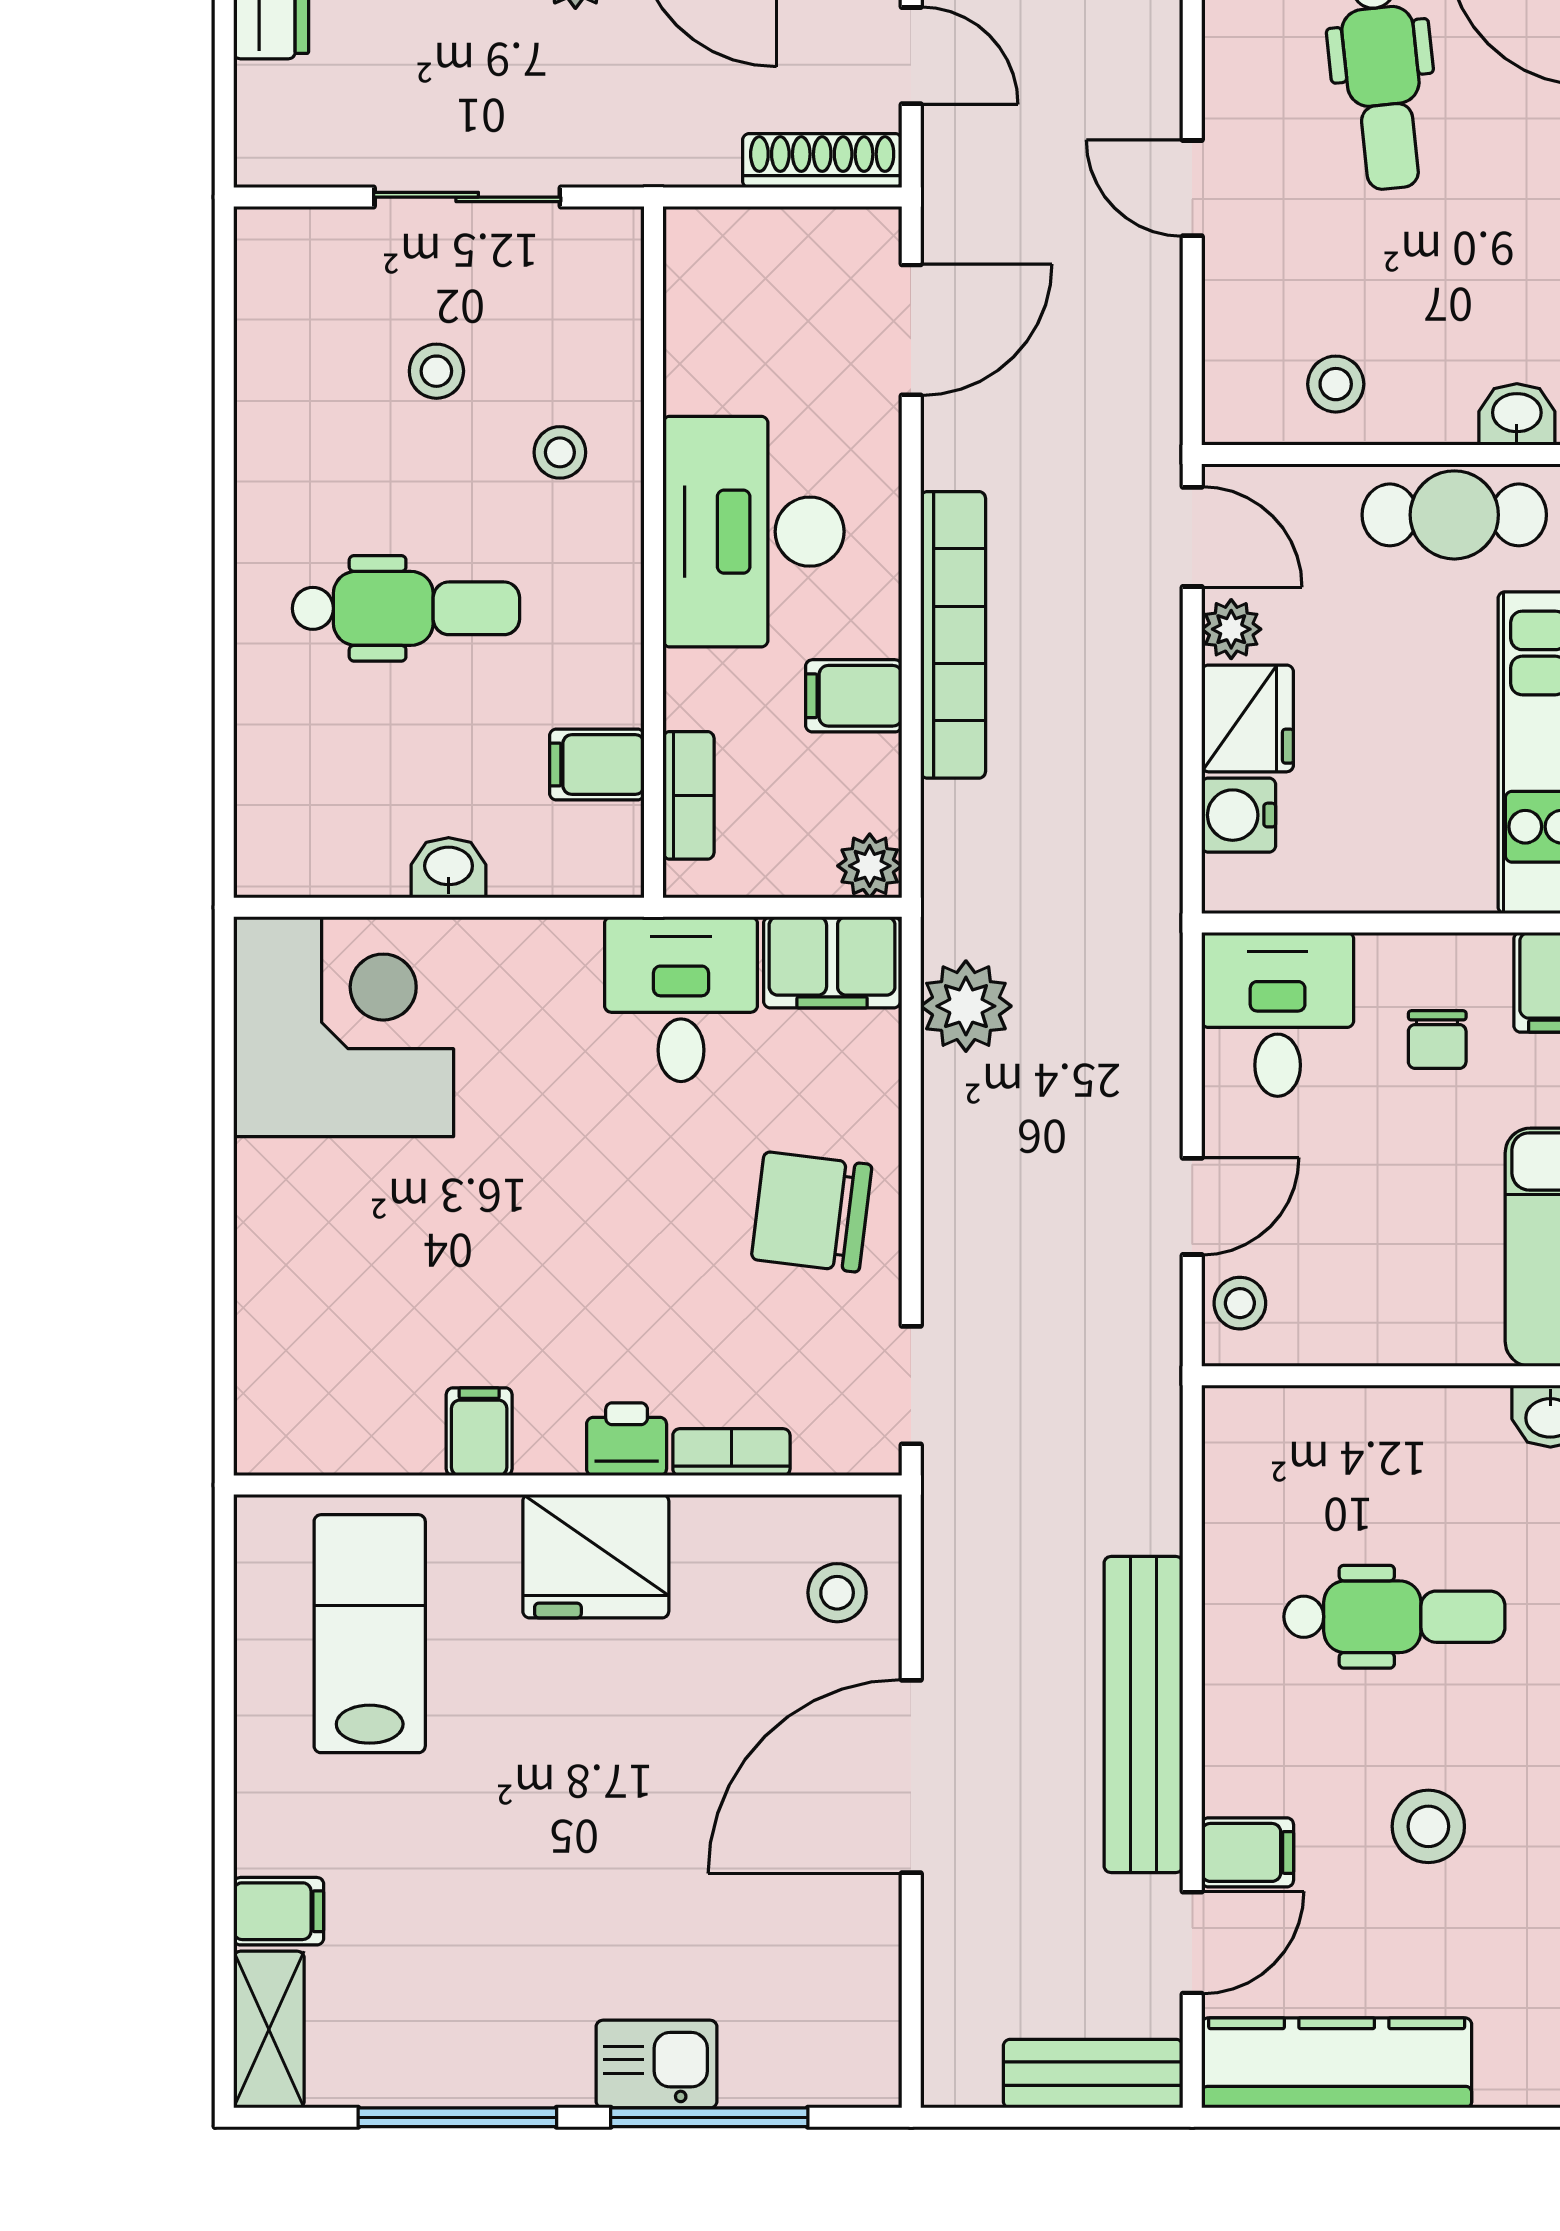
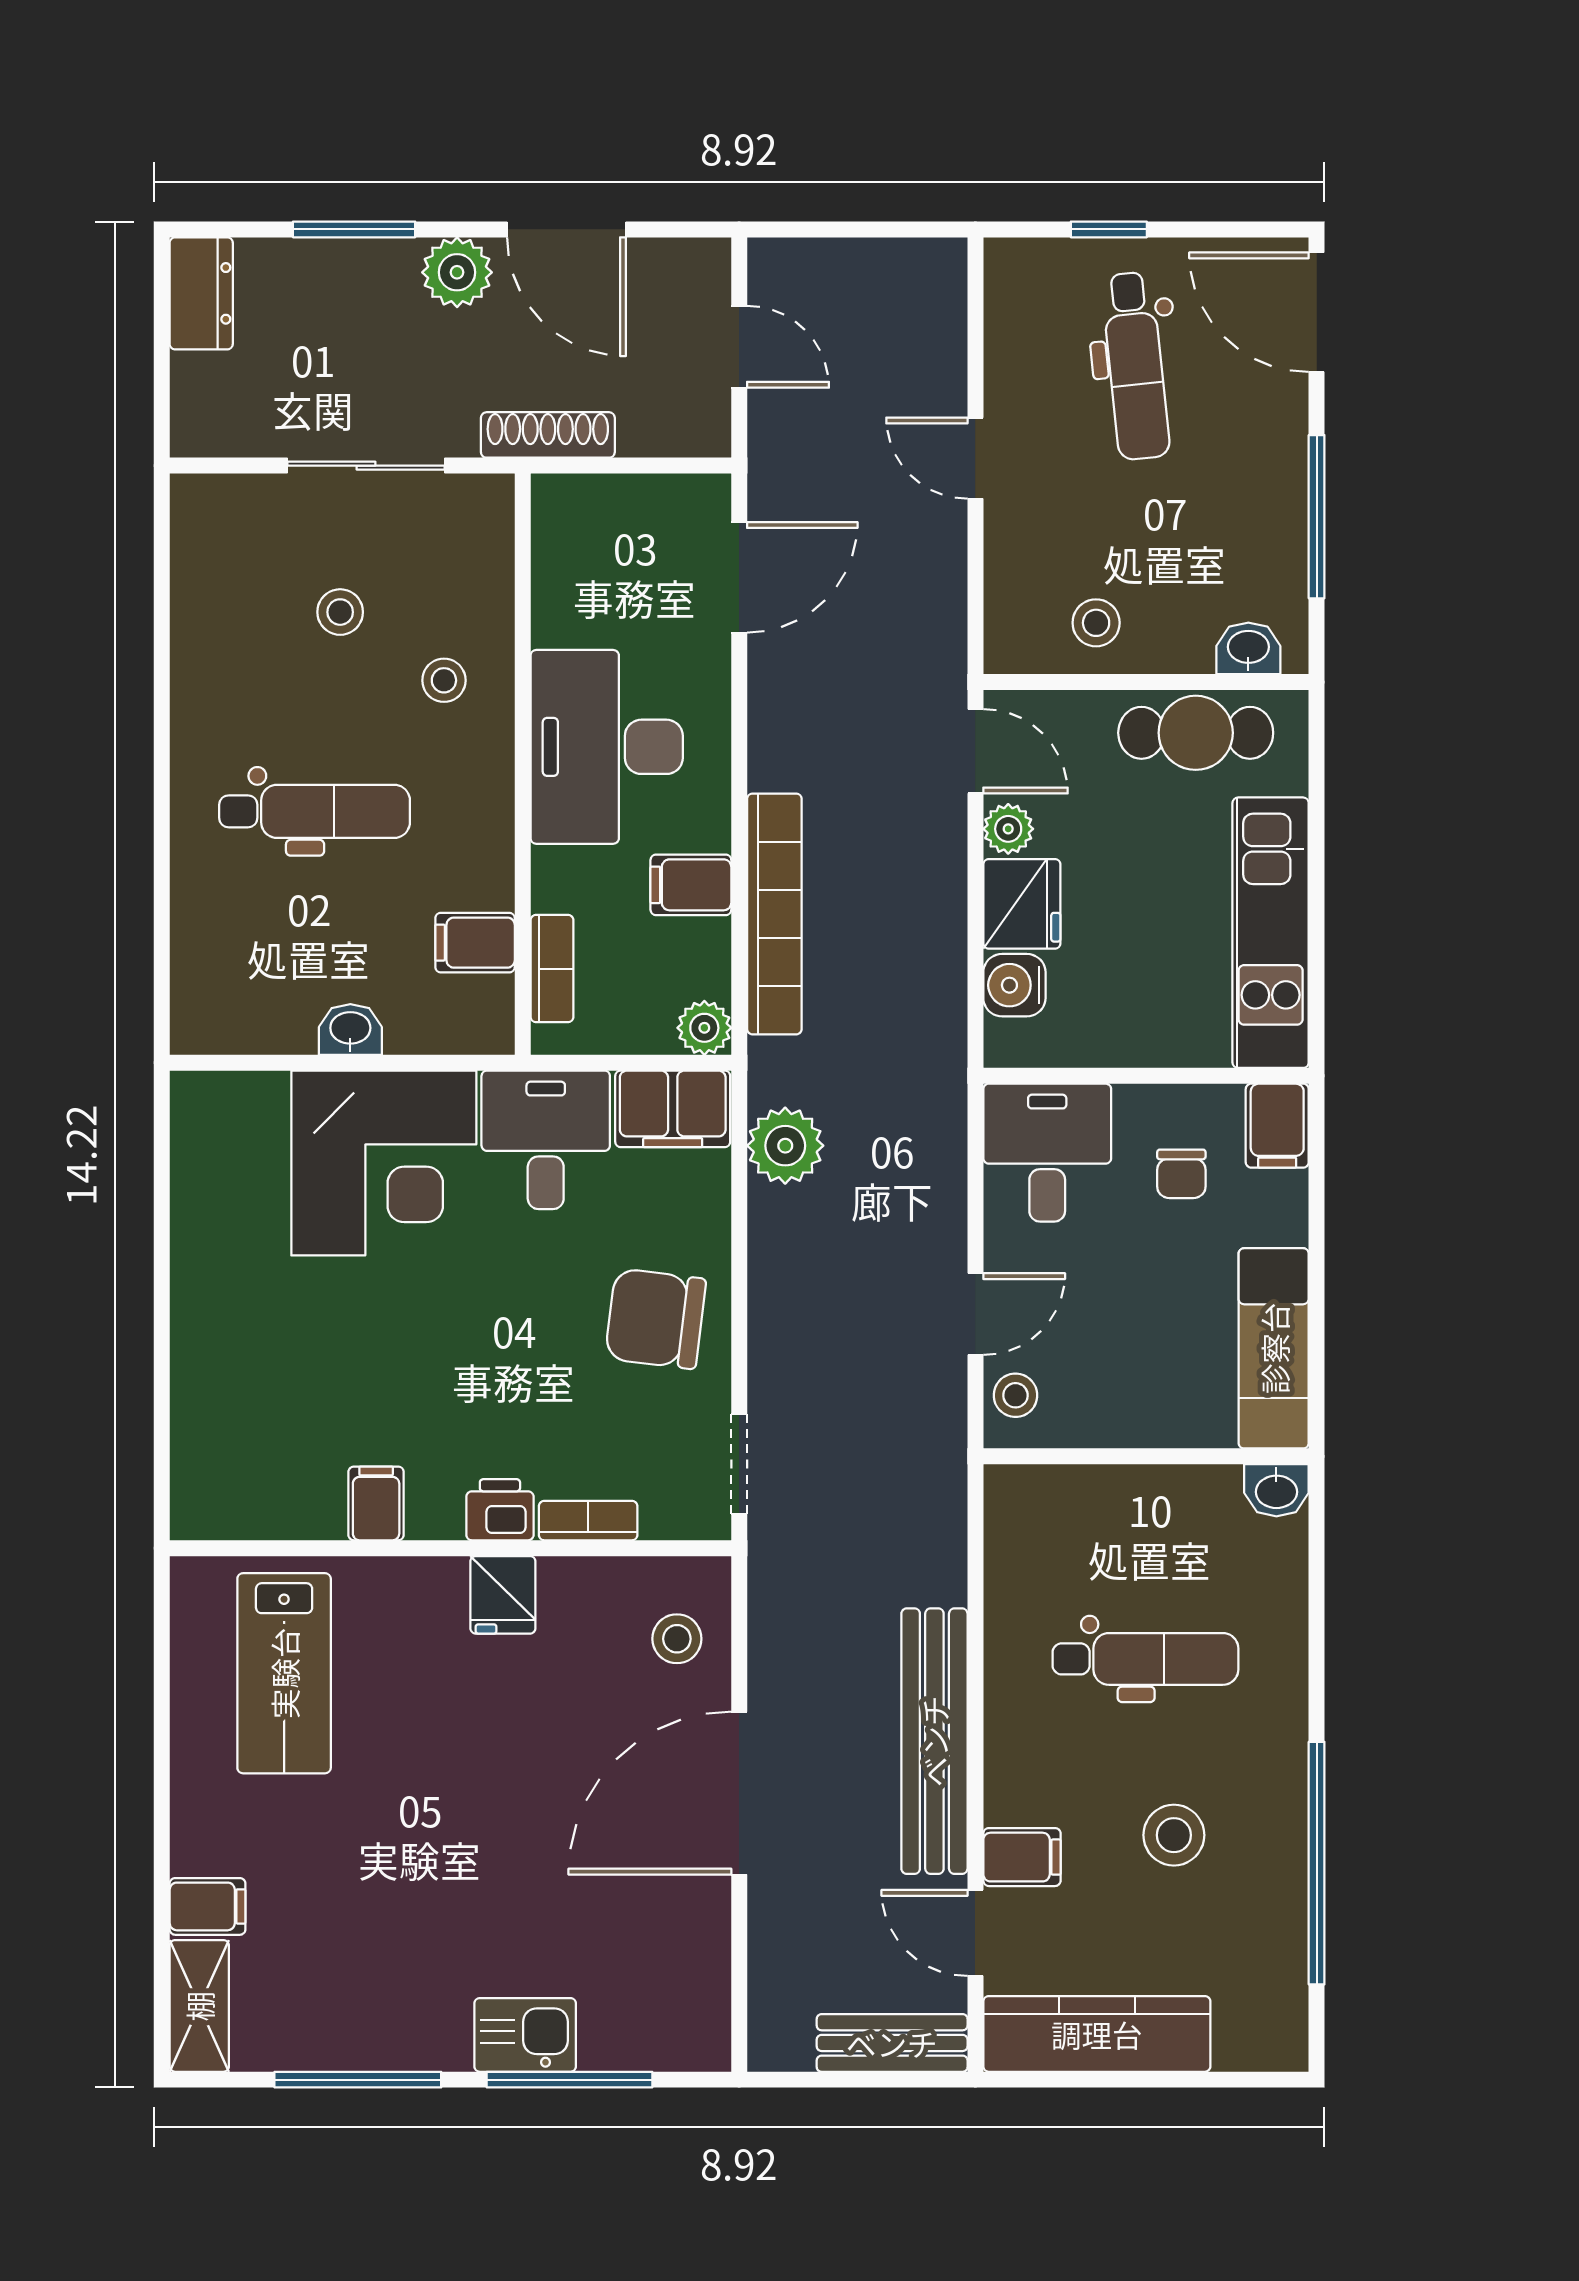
shoe rack: (822, 161) -> (548, 435), moved
bookcase: (953, 635) -> (774, 914), moved
corner desk: (344, 1027) -> (384, 1163), moved, turned 90
fridge: (596, 1556) -> (503, 1595), width x0.53, depth x0.75
lab bench: (370, 1634) -> (284, 1673), turned 180
door: (1192, 1943) -> (975, 1933), swing flipped

